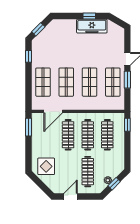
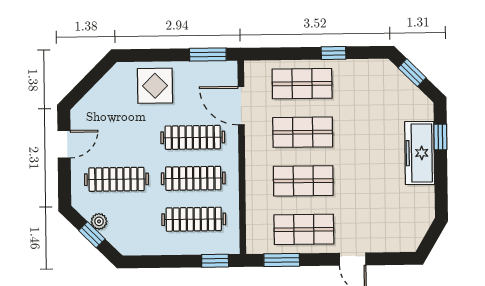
window: (89, 16) -> (440, 137), moved
freezer: (92, 26) -> (420, 153), moved
window: (28, 56) -> (334, 53), moved
window: (127, 80) -> (282, 260), moved
display table: (46, 166) -> (155, 86), moved
door: (71, 196) -> (64, 144), hinge flipped

